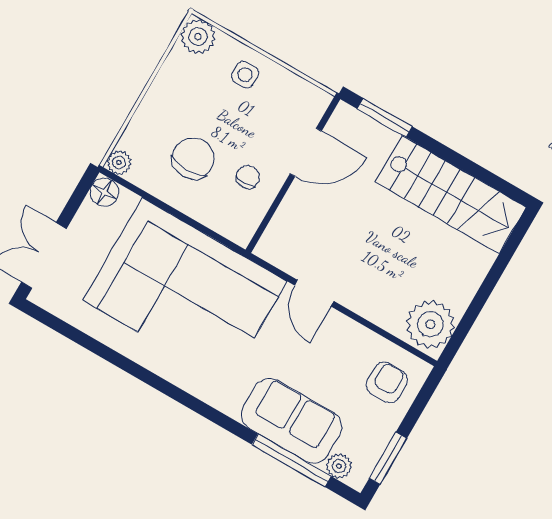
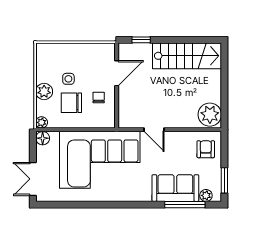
plant: (198, 37) -> (44, 91), moved
side table: (245, 75) -> (68, 79), moved
window: (385, 118) -> (141, 40), width x0.67
chair: (193, 158) -> (71, 103), turned -90

